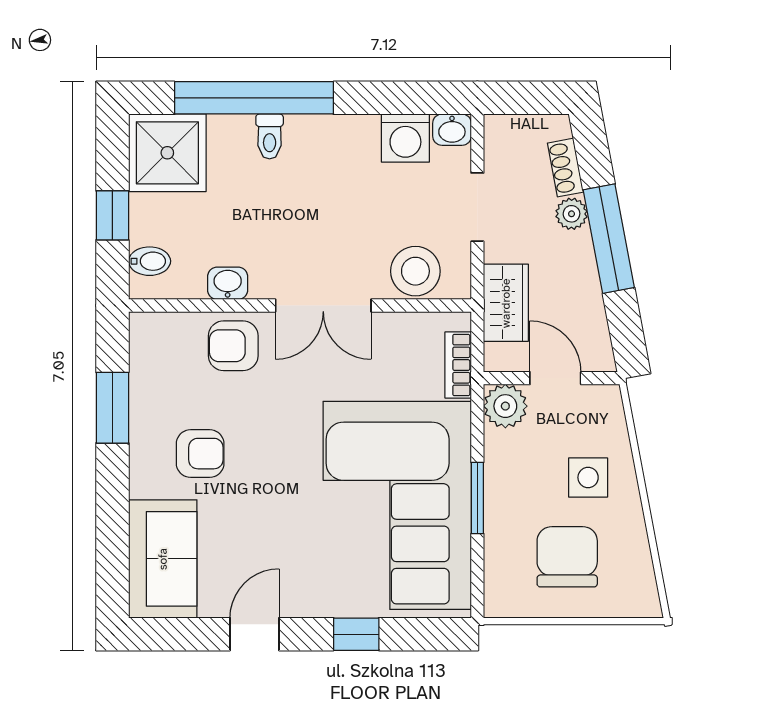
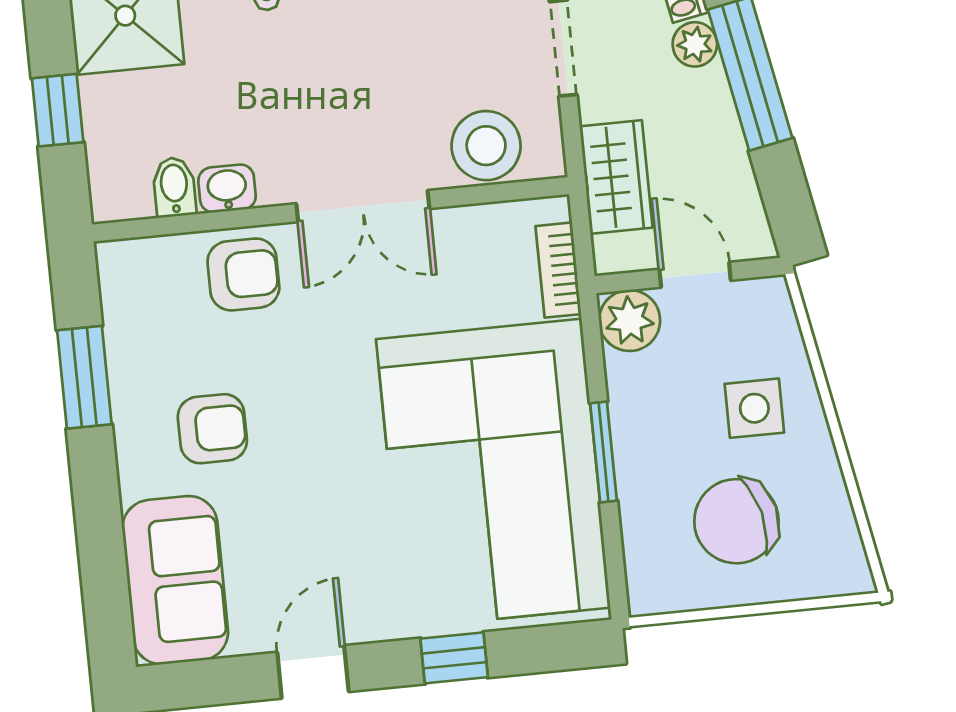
bidet: (150, 261) -> (174, 187), moved, turned -90
armchair: (233, 346) -> (243, 274), turned 180
chair: (567, 557) -> (736, 521), turned -104

